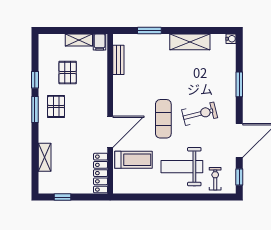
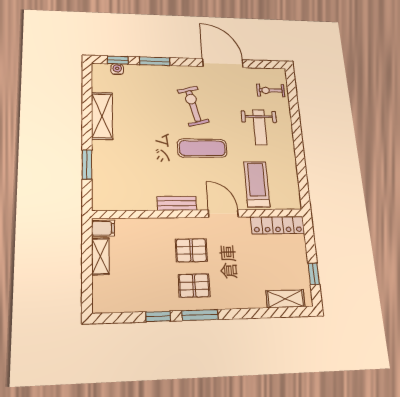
water cooler: (231, 39) -> (117, 69), moved
bench: (118, 60) -> (177, 203), moved
pallet: (68, 73) -> (191, 250), moved
door: (110, 132) -> (223, 214), width x0.73
shelving: (45, 157) -> (285, 299), moved
weight bench: (182, 167) -> (260, 127), width x0.73, depth x0.75
window: (239, 177) -> (118, 60), moved

